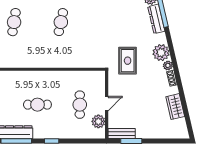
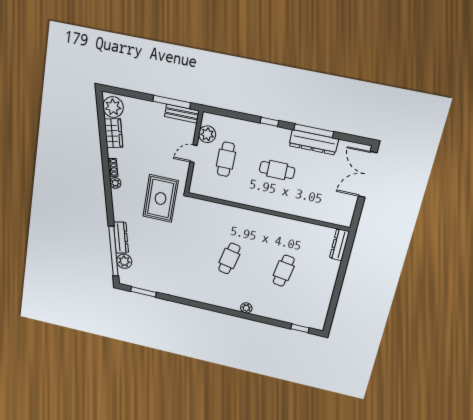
plant: (161, 53) -> (113, 107), moved
rug: (128, 61) -> (161, 199), width x1.36, depth x1.43
window: (131, 141) -> (172, 102), width x1.44

